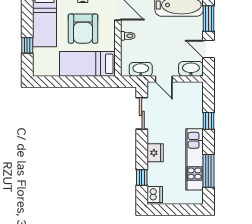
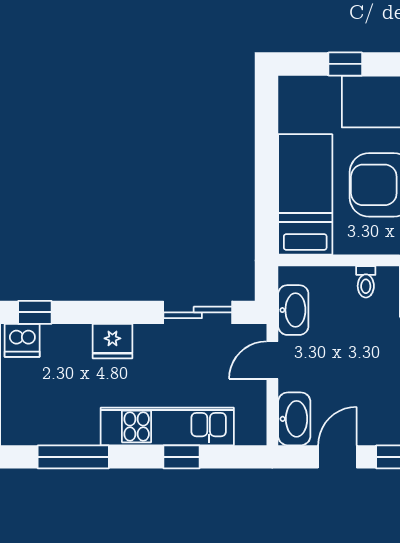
kitchen unit: (194, 159) -> (167, 426), moved
window: (142, 178) -> (35, 312), moved

